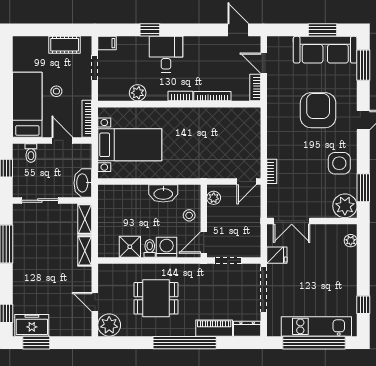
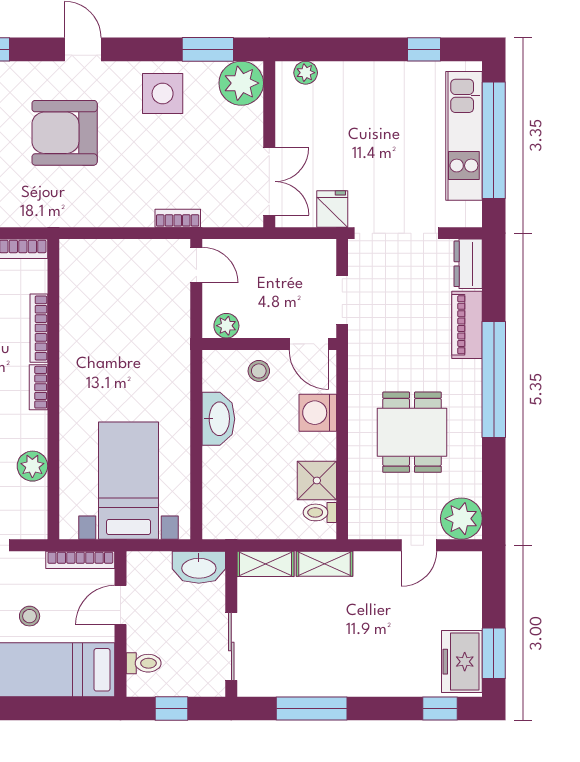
toilet: (150, 248) -> (320, 512), moved

